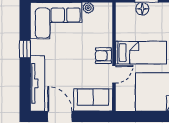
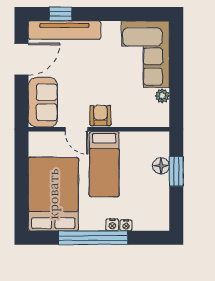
window: (25, 49) -> (61, 14), moved

